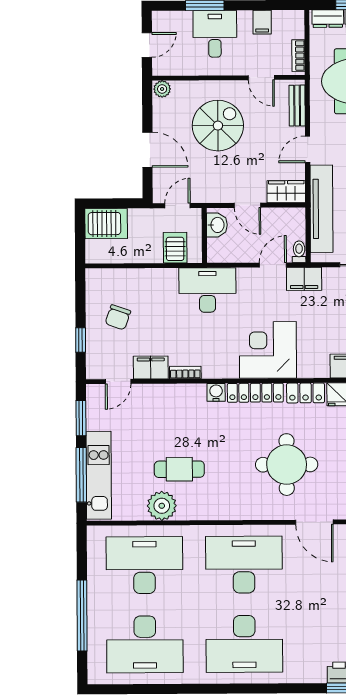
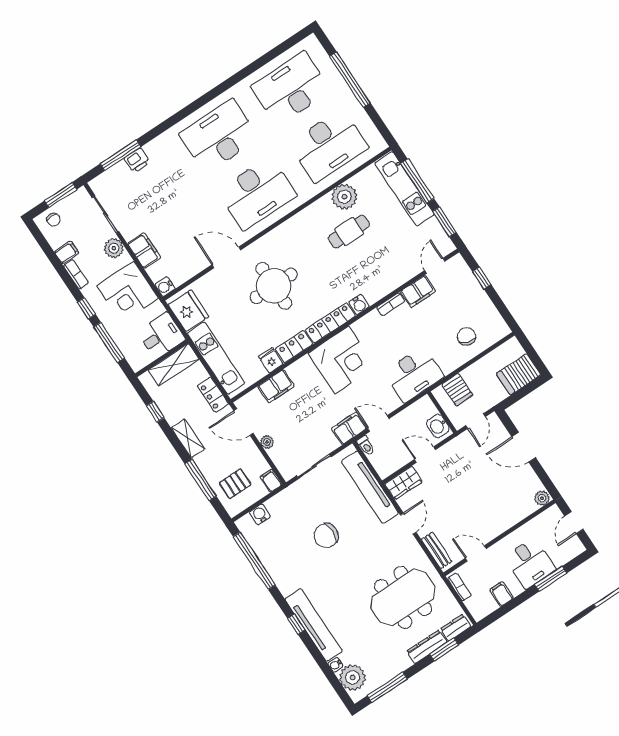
spiral stairs: (218, 126) -> (484, 498), removed
door: (273, 265) -> (378, 423), swing flipped
chair: (118, 317) -> (466, 336), moved

